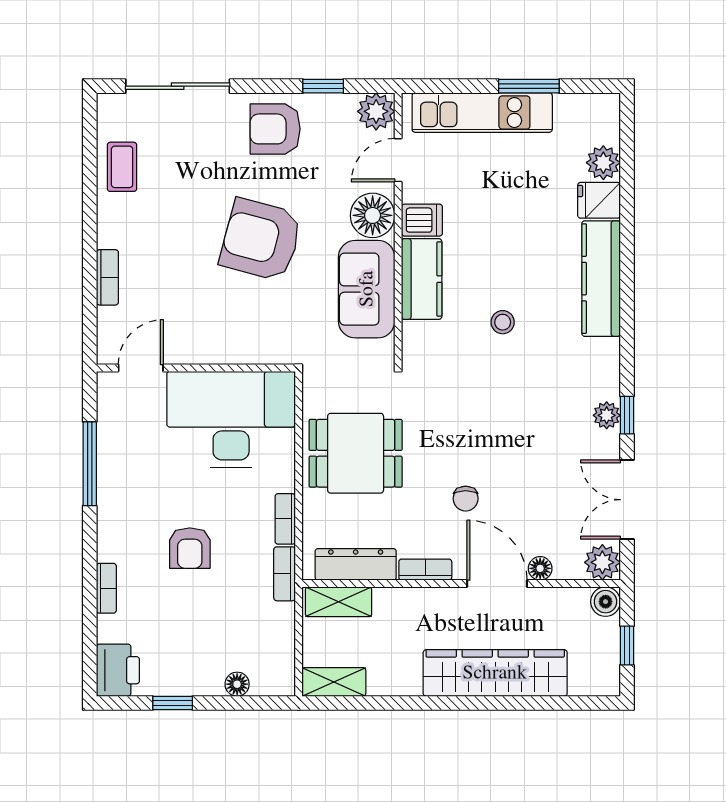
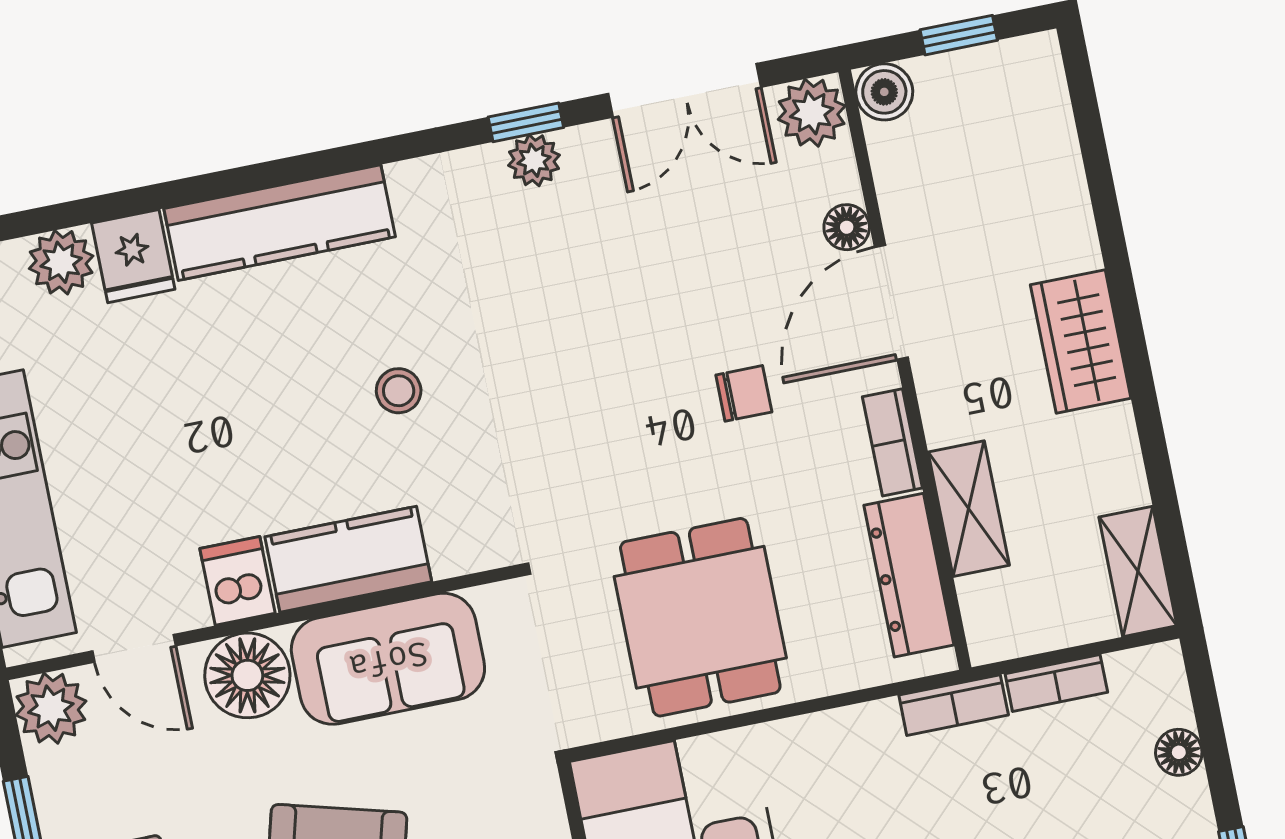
bookcase: (285, 519) -> (1056, 683), moved
shelving: (339, 602) -> (969, 509), moved
wardrobe: (495, 673) -> (1081, 341), width x0.48, depth x0.85

